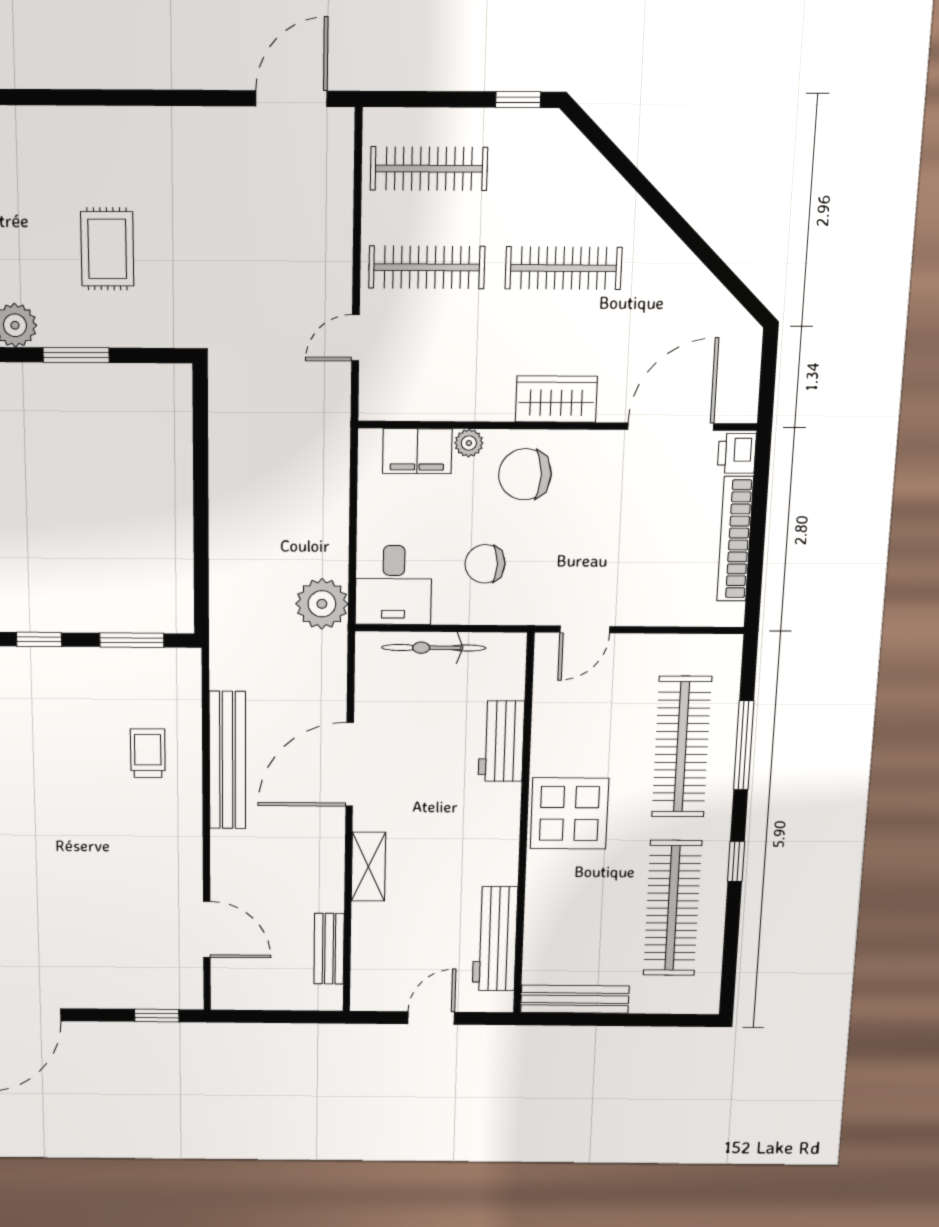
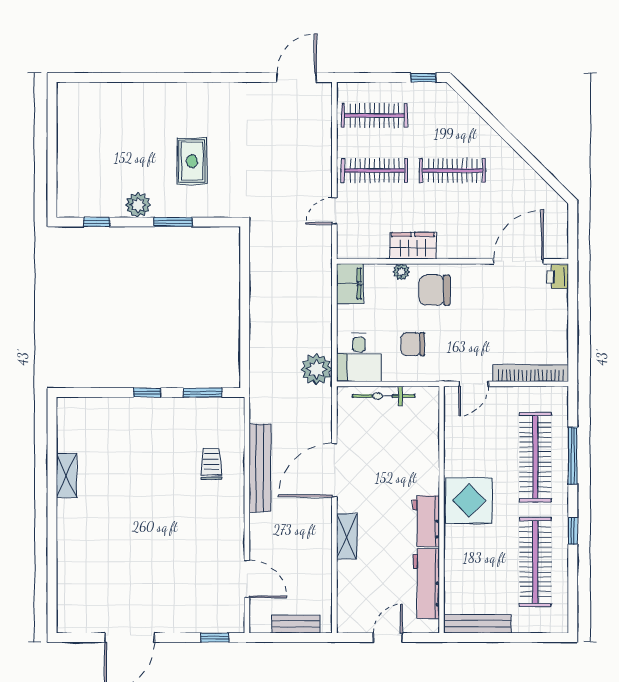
wardrobe: (556, 399) -> (413, 246), moved
filing cabinet: (417, 451) -> (350, 284), moved, turned -90
bookcase: (735, 539) -> (531, 373), moved, turned 90
workbench: (501, 741) -> (426, 521), moved
bench: (329, 949) -> (296, 624), moved, turned 90

